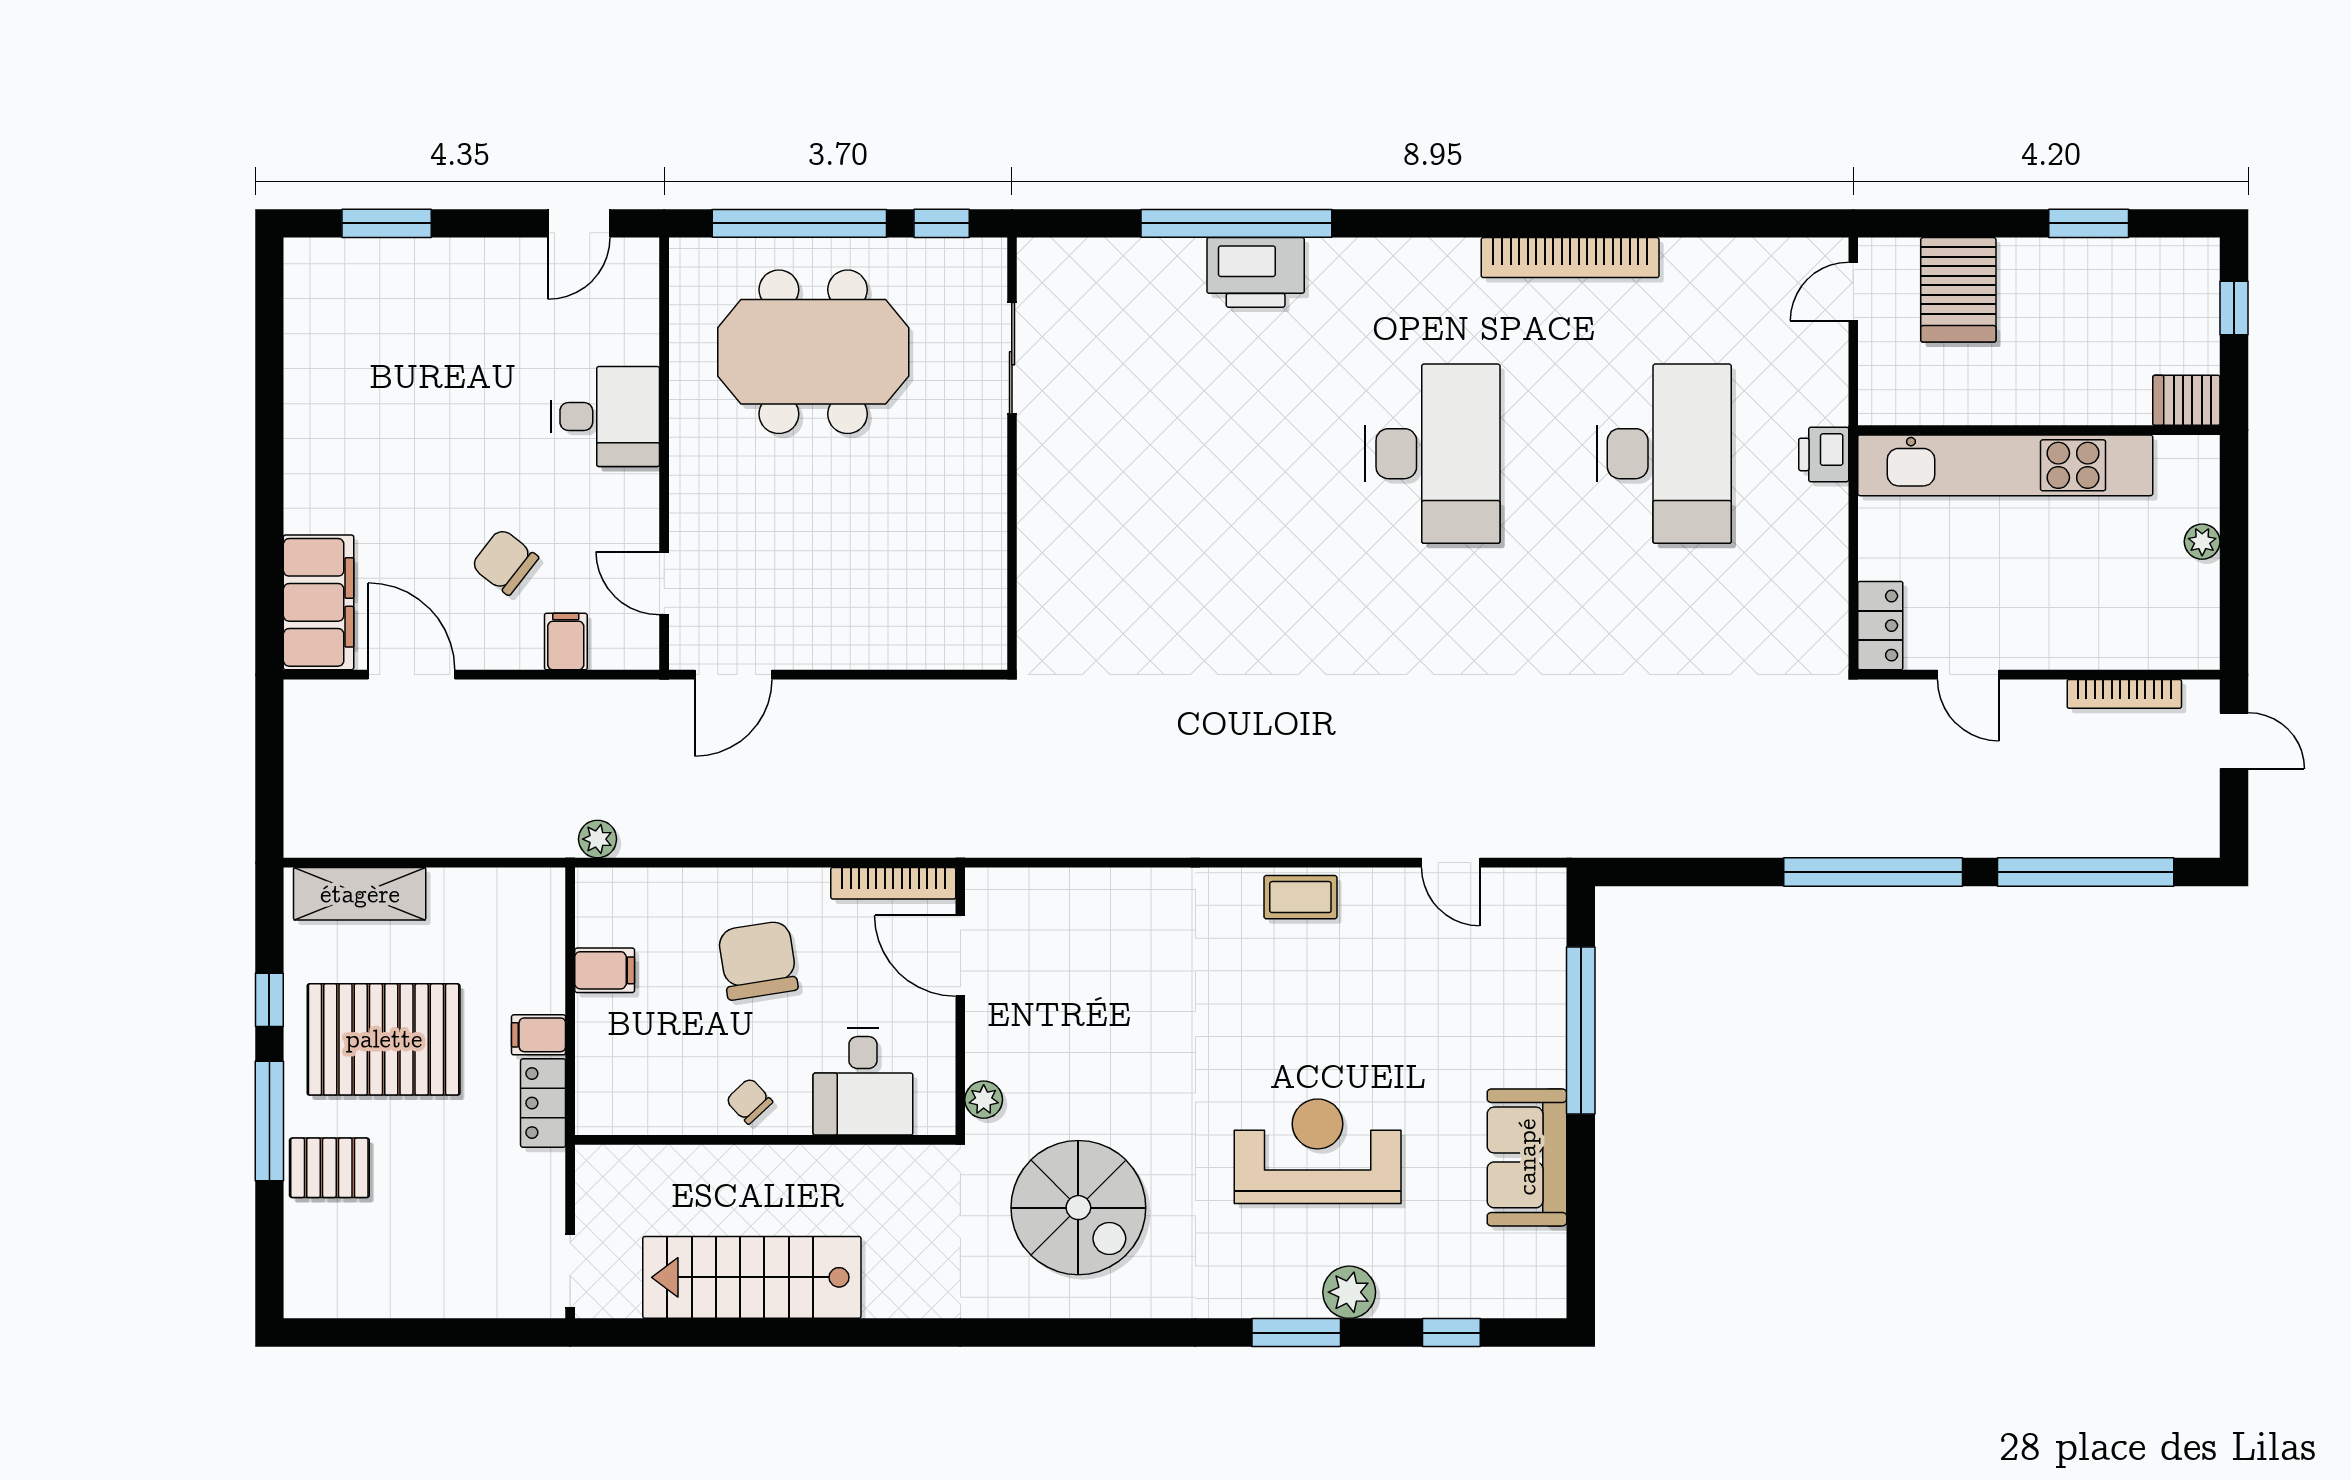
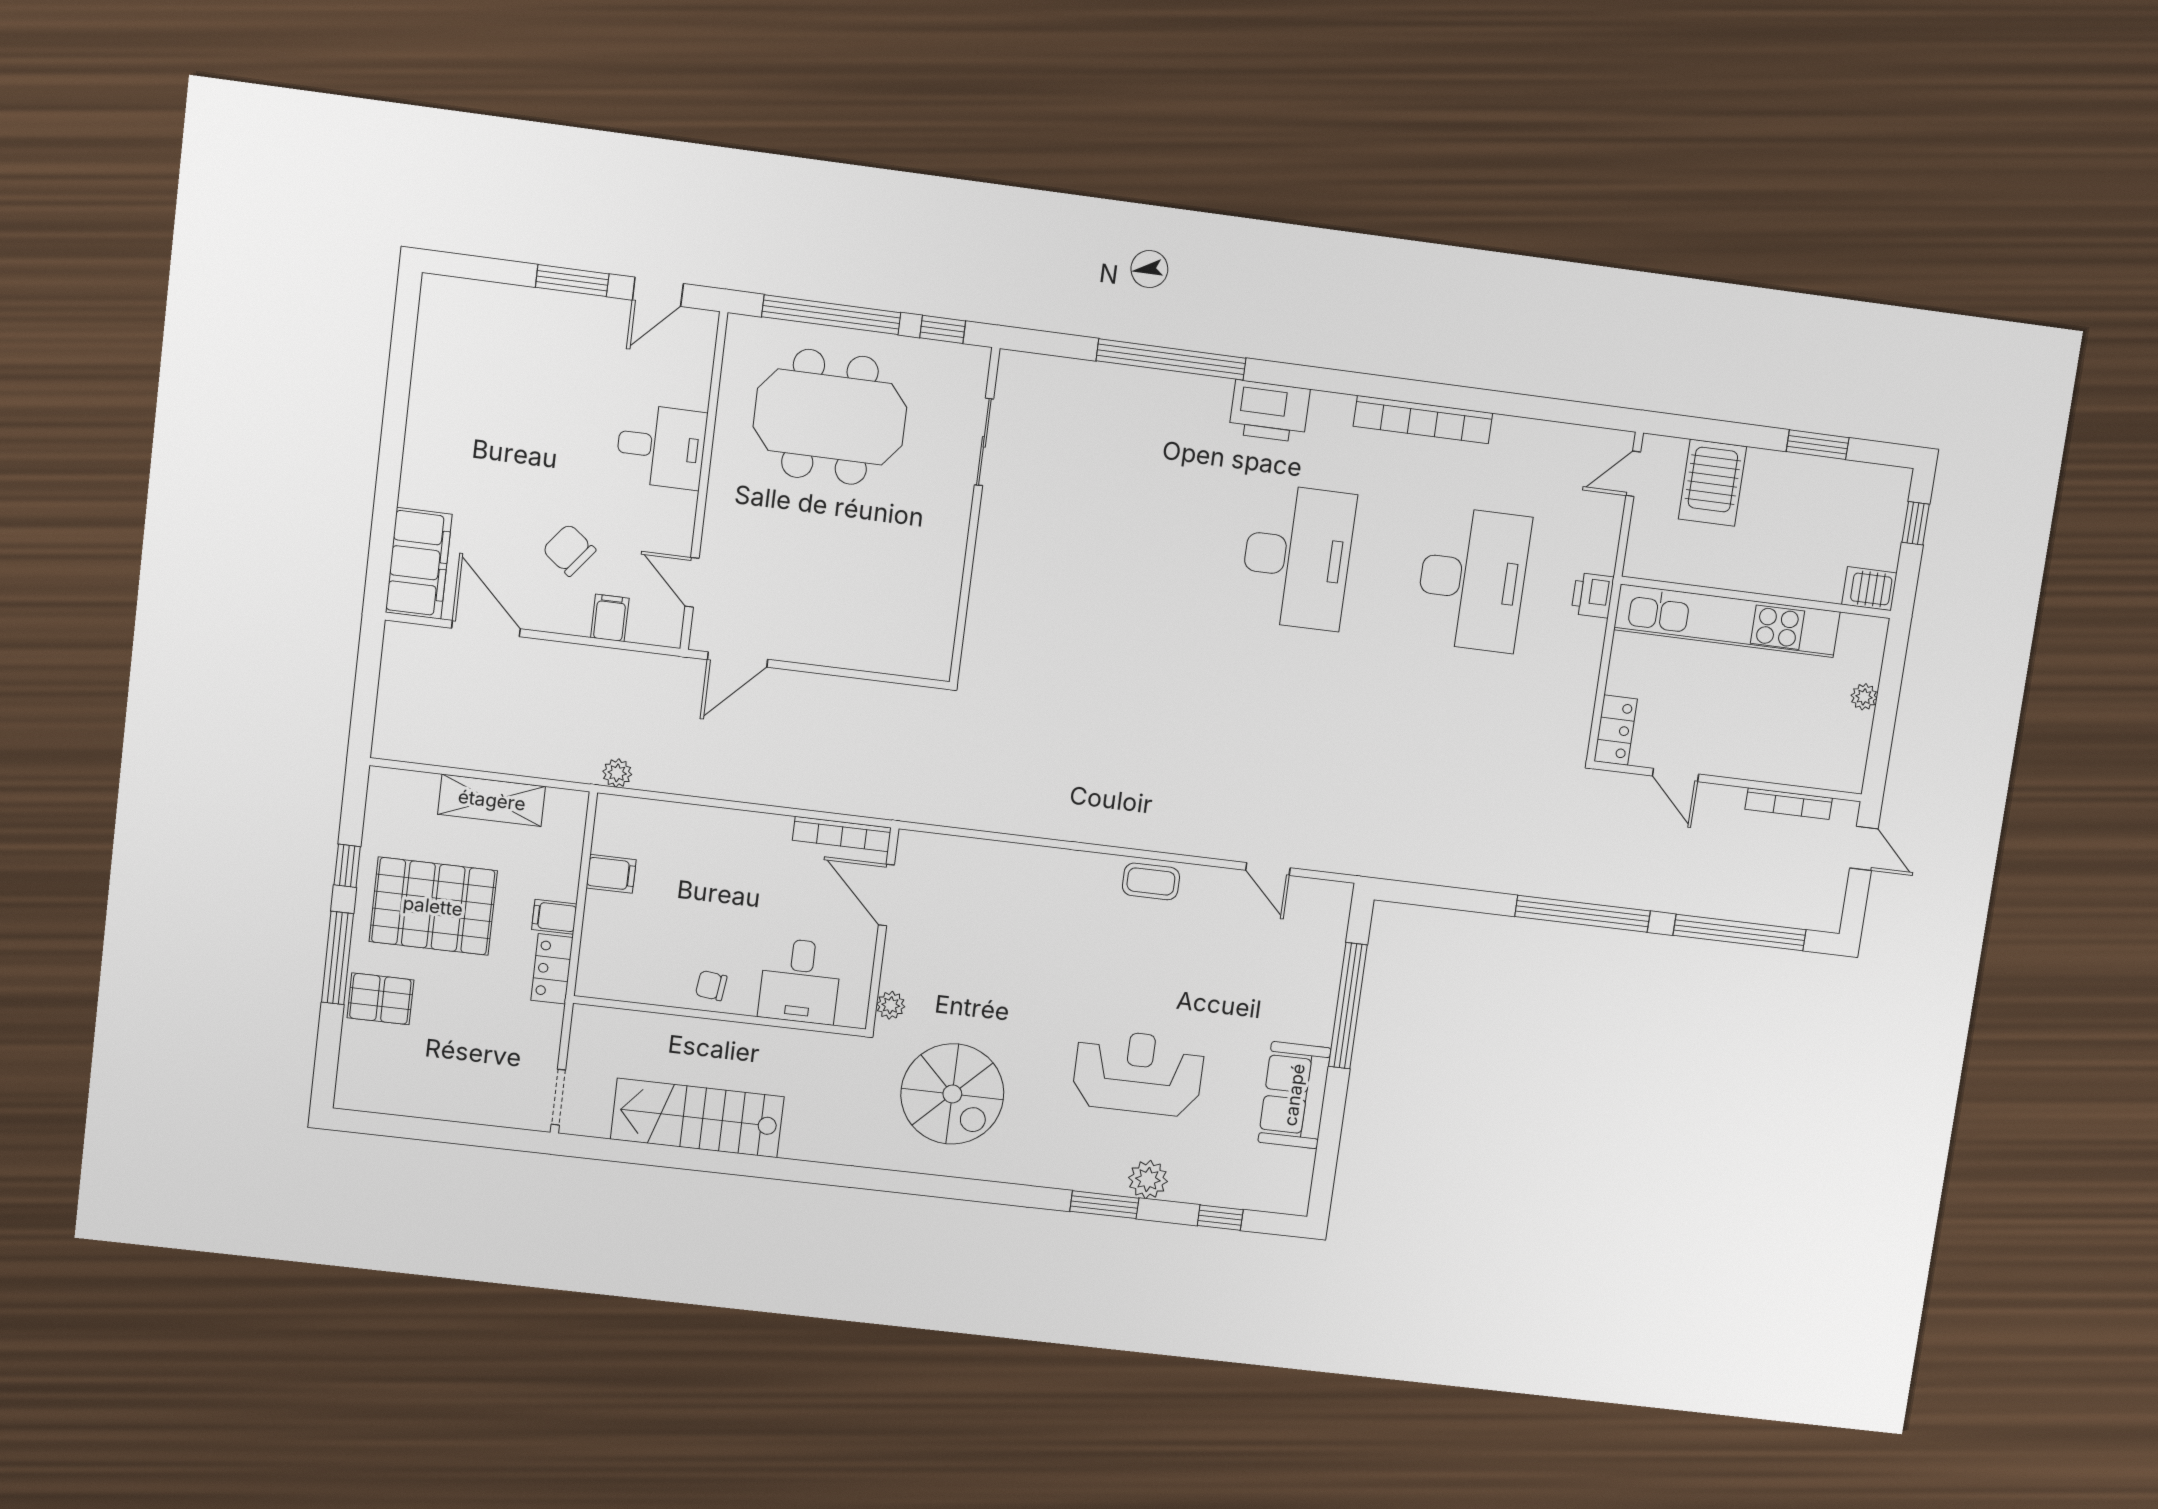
window: (387, 223) -> (572, 281), moved
printer: (1256, 272) -> (1269, 411), moved
shelving: (360, 894) -> (492, 800), moved
chair: (758, 960) -> (731, 880), removed
chair: (749, 1101) -> (711, 986), turned -40

